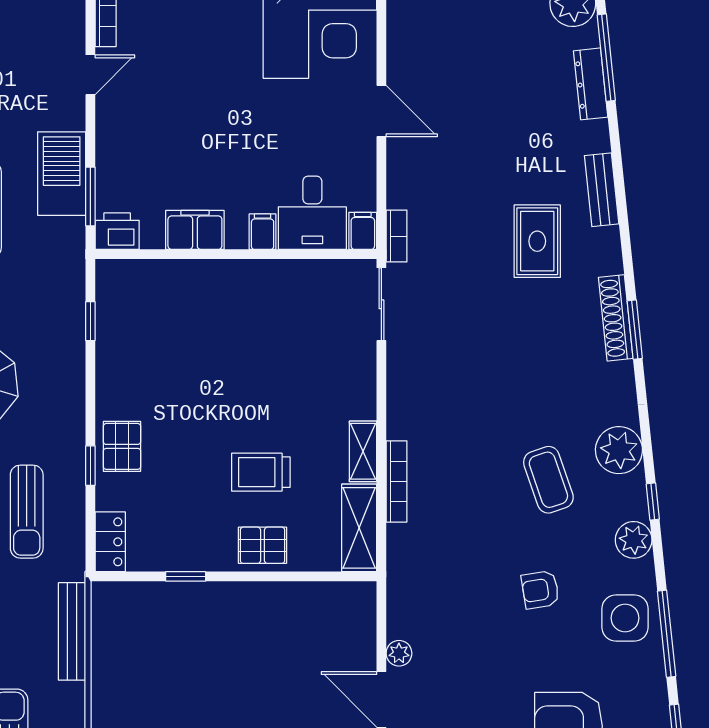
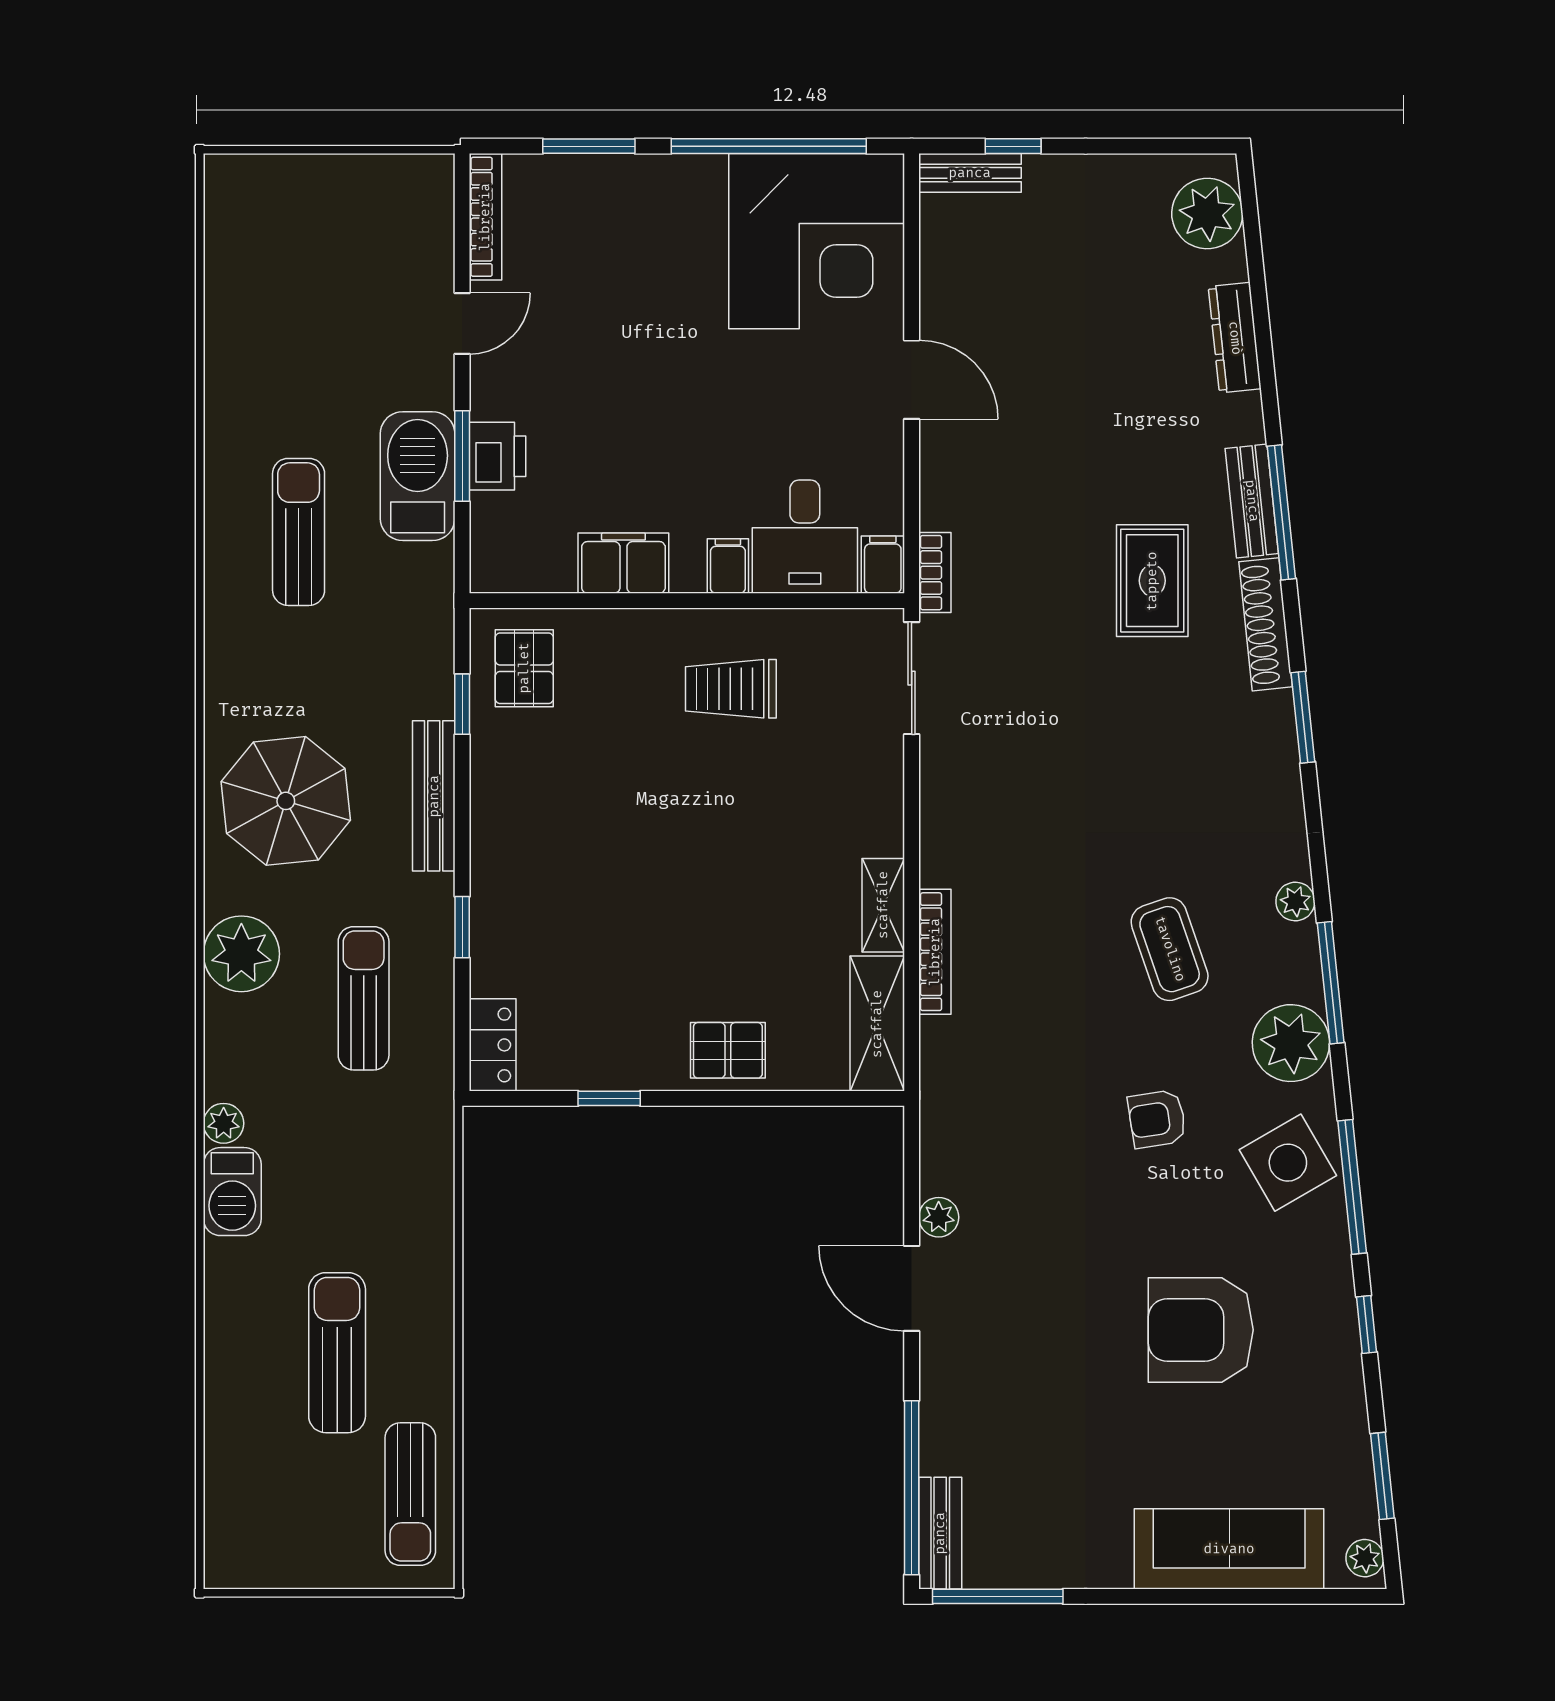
window: (606, 58) -> (1281, 512), moved
window: (90, 196) -> (462, 456), moved
printer: (117, 231) -> (497, 456), moved, turned 90
shoe rack: (616, 318) -> (1266, 624), moved
pallet: (122, 446) -> (524, 668), moved
plant: (619, 450) -> (1295, 901), width x0.53, depth x0.53
trolley: (261, 472) -> (731, 689), moved
window: (653, 502) -> (1331, 983), width x2.17
sun lounger: (27, 512) -> (364, 998), turned 180
plant: (634, 540) -> (1291, 1043), width x1.36, depth x1.36
side table: (625, 618) -> (1288, 1163), turned -30
bench: (72, 631) -> (434, 796), moved

